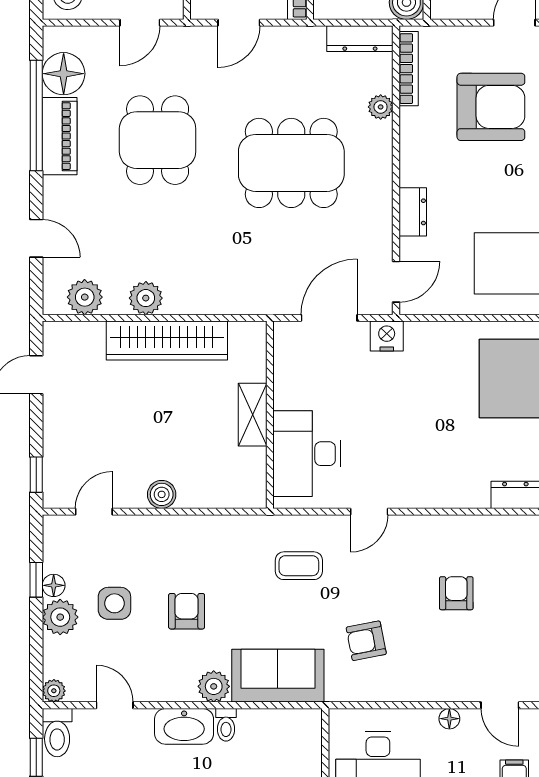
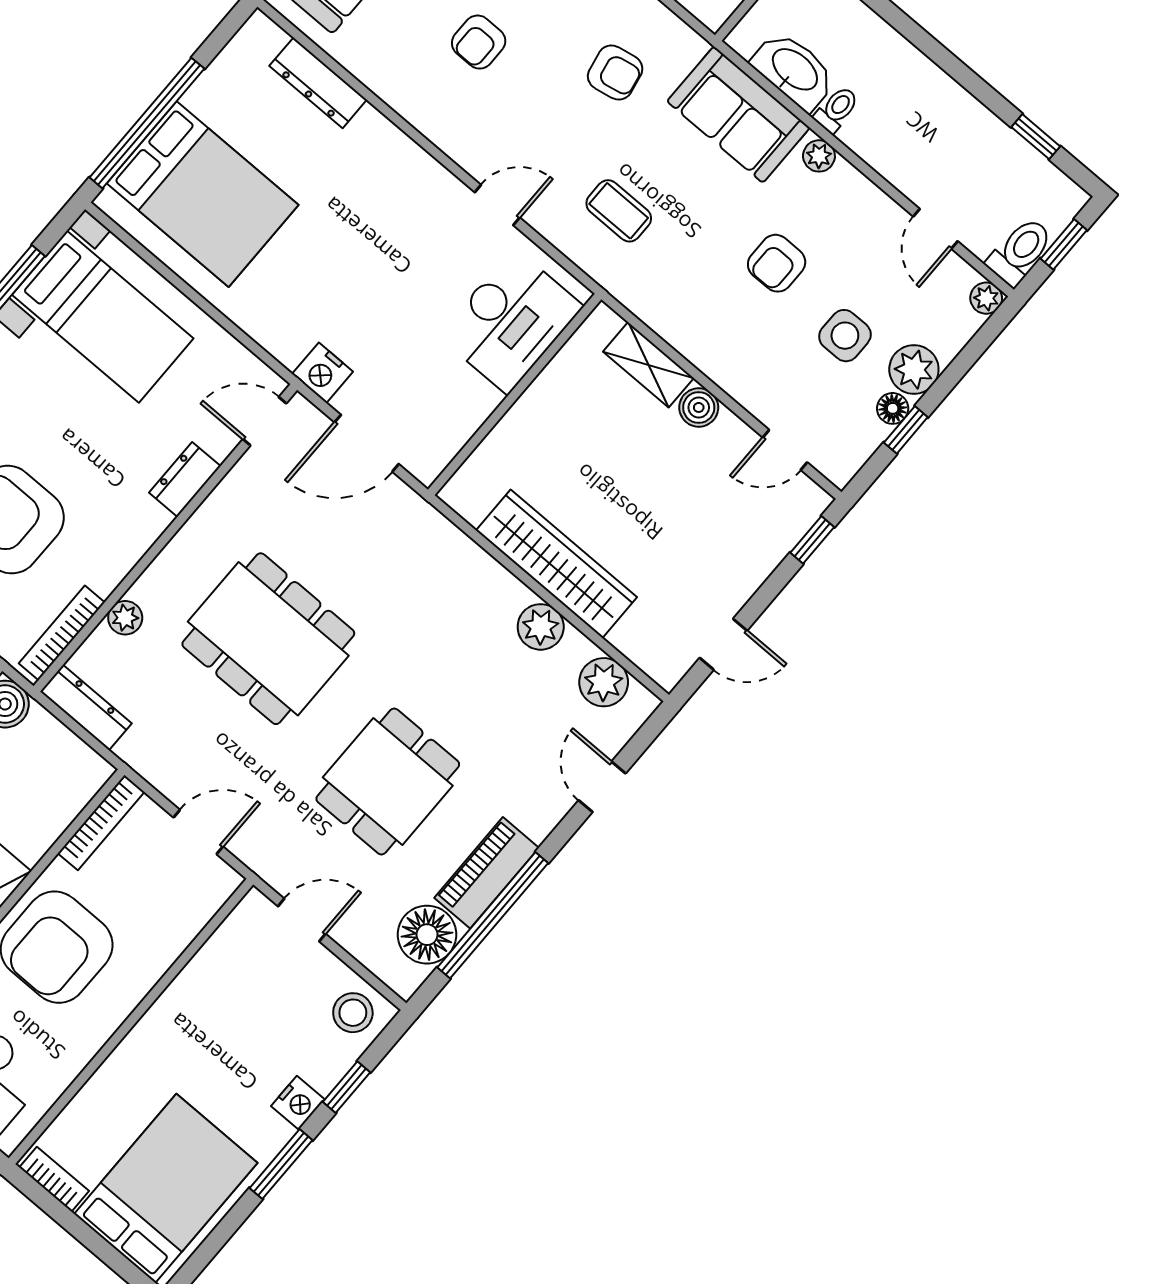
shelving: (253, 415) -> (648, 365), moved, turned 90
plant: (214, 686) -> (819, 156), width x0.73, depth x0.73
washbasin: (184, 726) -> (794, 70), moved

